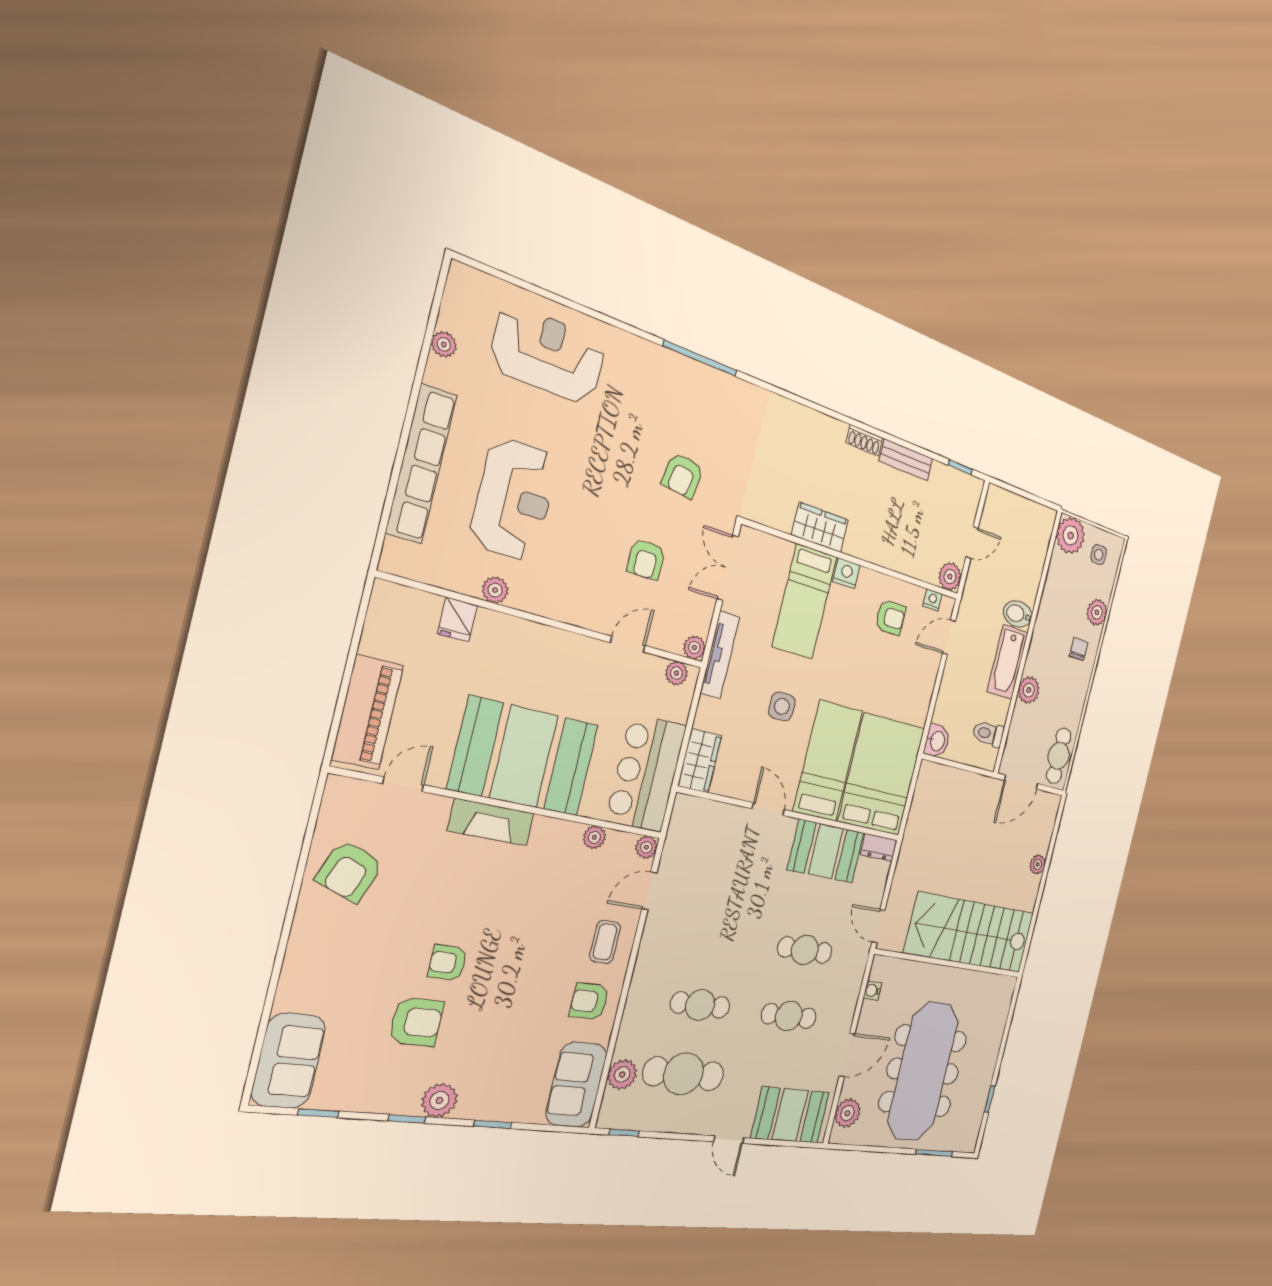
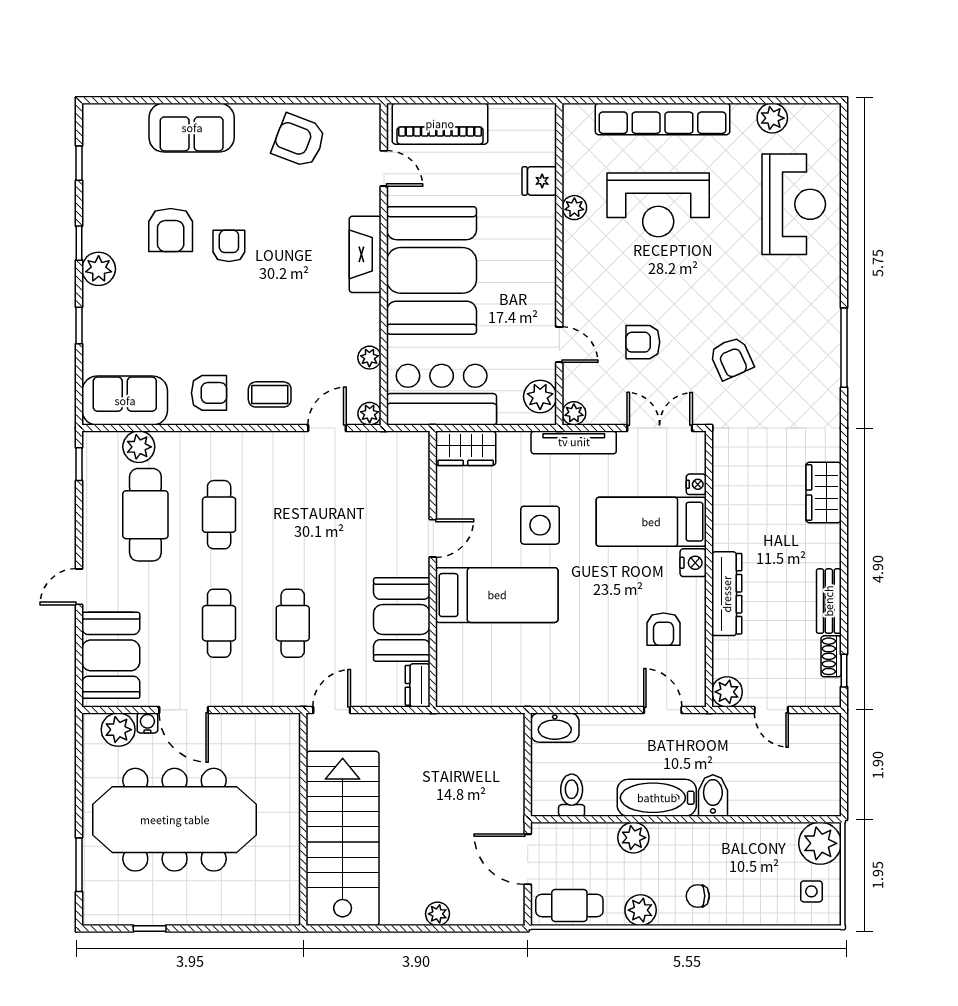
plant: (444, 344) -> (772, 118), width x1.38, depth x1.38
shoe rack: (864, 440) -> (831, 656), moved
armchair: (683, 475) -> (731, 358), turned -123
wardrobe: (820, 527) -> (824, 492), moved, turned 180
dresser: (878, 551) -> (727, 594), added
nightstand: (933, 600) -> (696, 484), moved
plant: (1097, 612) -> (641, 910), moved
chair: (1079, 649) -> (698, 896), turned 180
plant: (676, 673) -> (540, 396), width x1.38, depth x1.38
side table: (782, 706) -> (540, 525), width x1.37, depth x1.37
washbasin: (937, 741) -> (555, 728), width x1.38
bed: (882, 775) -> (497, 666), removed
door: (649, 891) -> (327, 428), hinge flipped
water cooler: (873, 991) -> (147, 723), moved
armchair: (589, 1001) -> (209, 393), turned 90
sofa: (288, 1061) -> (192, 128), moved

